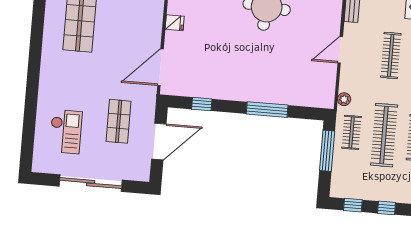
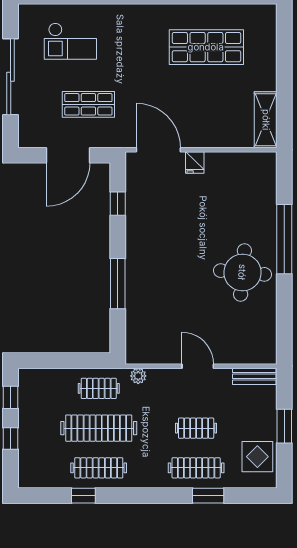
fridge: (175, 23) -> (195, 162), moved
clothes rail: (391, 55) -> (196, 428), width x0.73
door: (159, 141) -> (68, 155), hinge flipped
window: (327, 151) -> (74, 361), removed

